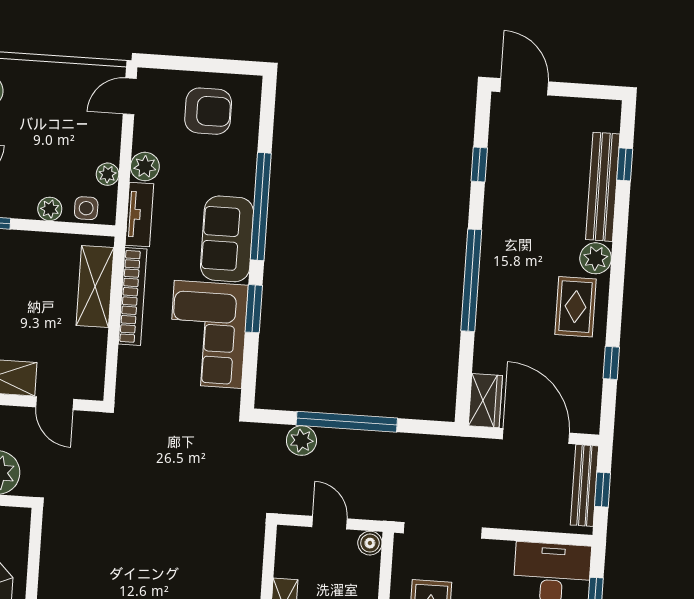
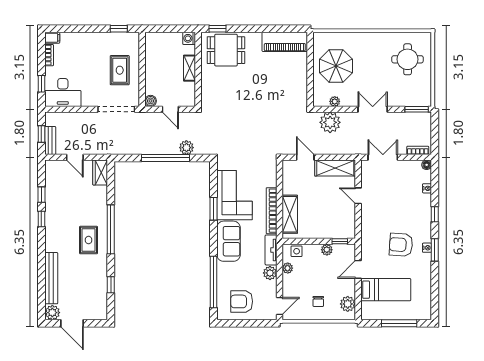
door: (524, 87) -> (72, 323), moved
chair: (48, 100) -> (318, 301), added
window: (625, 164) -> (41, 219), moved
window: (261, 207) -> (213, 282), moved
plant: (50, 209) -> (327, 250), moved
plant: (596, 258) -> (52, 313), moved
rug: (575, 307) -> (89, 240), moved
door: (536, 436) -> (75, 157), width x0.53
bench: (584, 485) -> (50, 140), width x0.73

